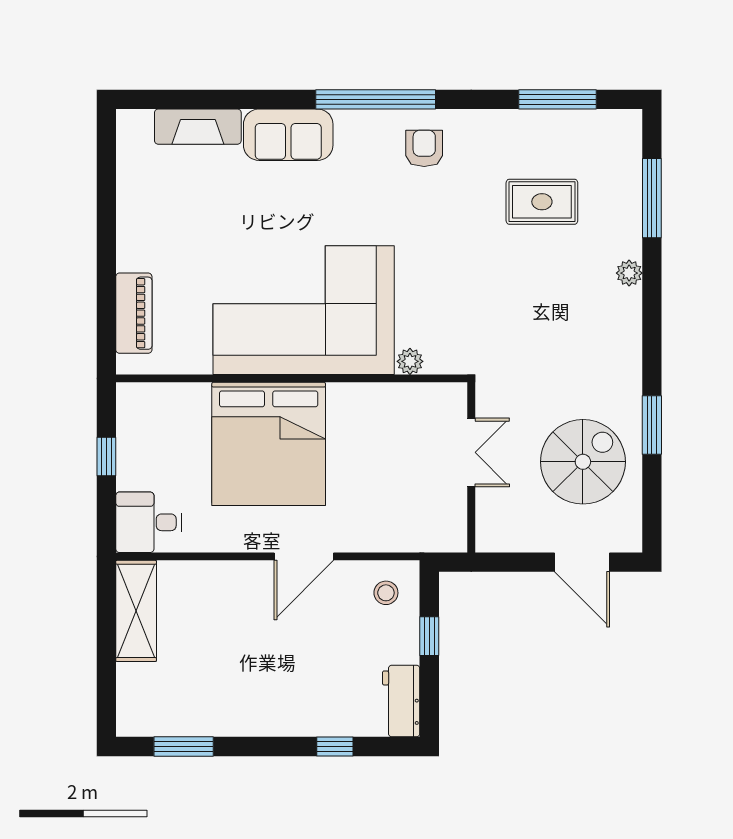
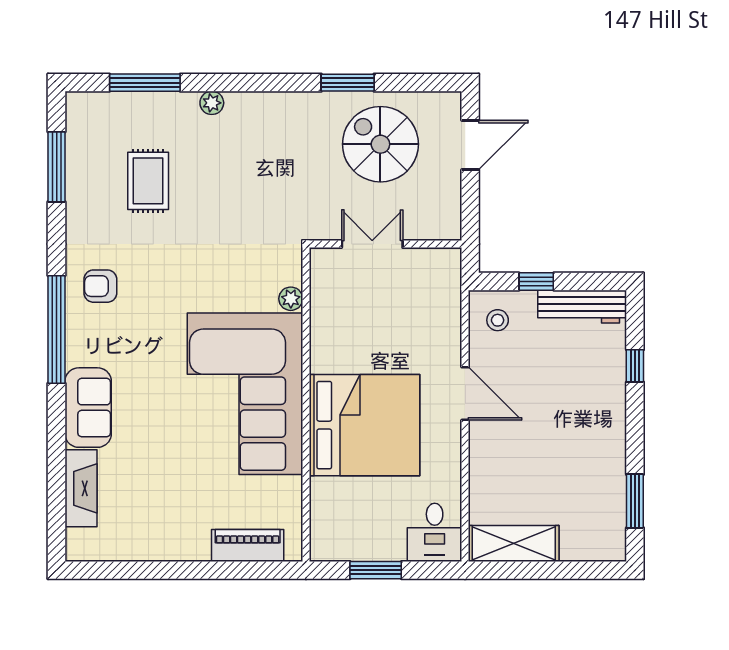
window: (106, 456) -> (376, 570), width x1.50
workbench: (401, 701) -> (582, 307), width x1.38

